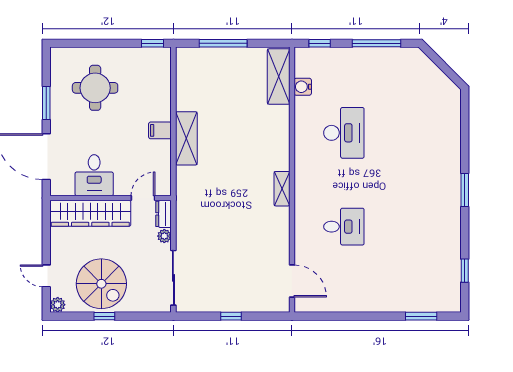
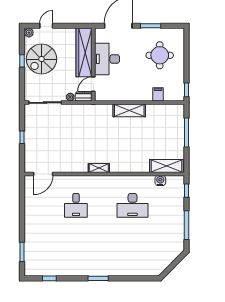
filing cabinet: (160, 130) -> (158, 94), moved
desk: (94, 175) -> (107, 59), width x1.37
door: (143, 198) -> (93, 84), swing flipped

